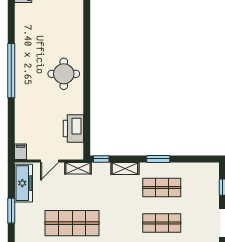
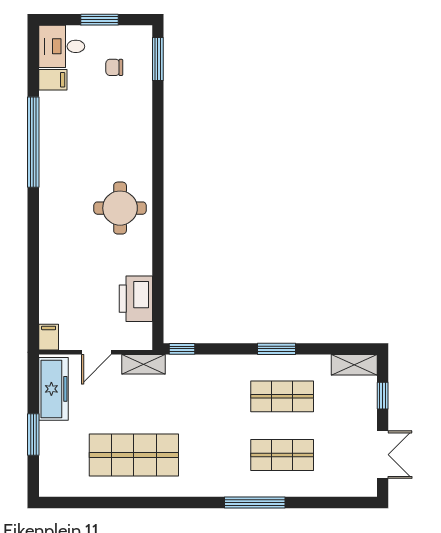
window: (11, 71) -> (33, 142), moved
shelving: (125, 169) -> (354, 365), moved

